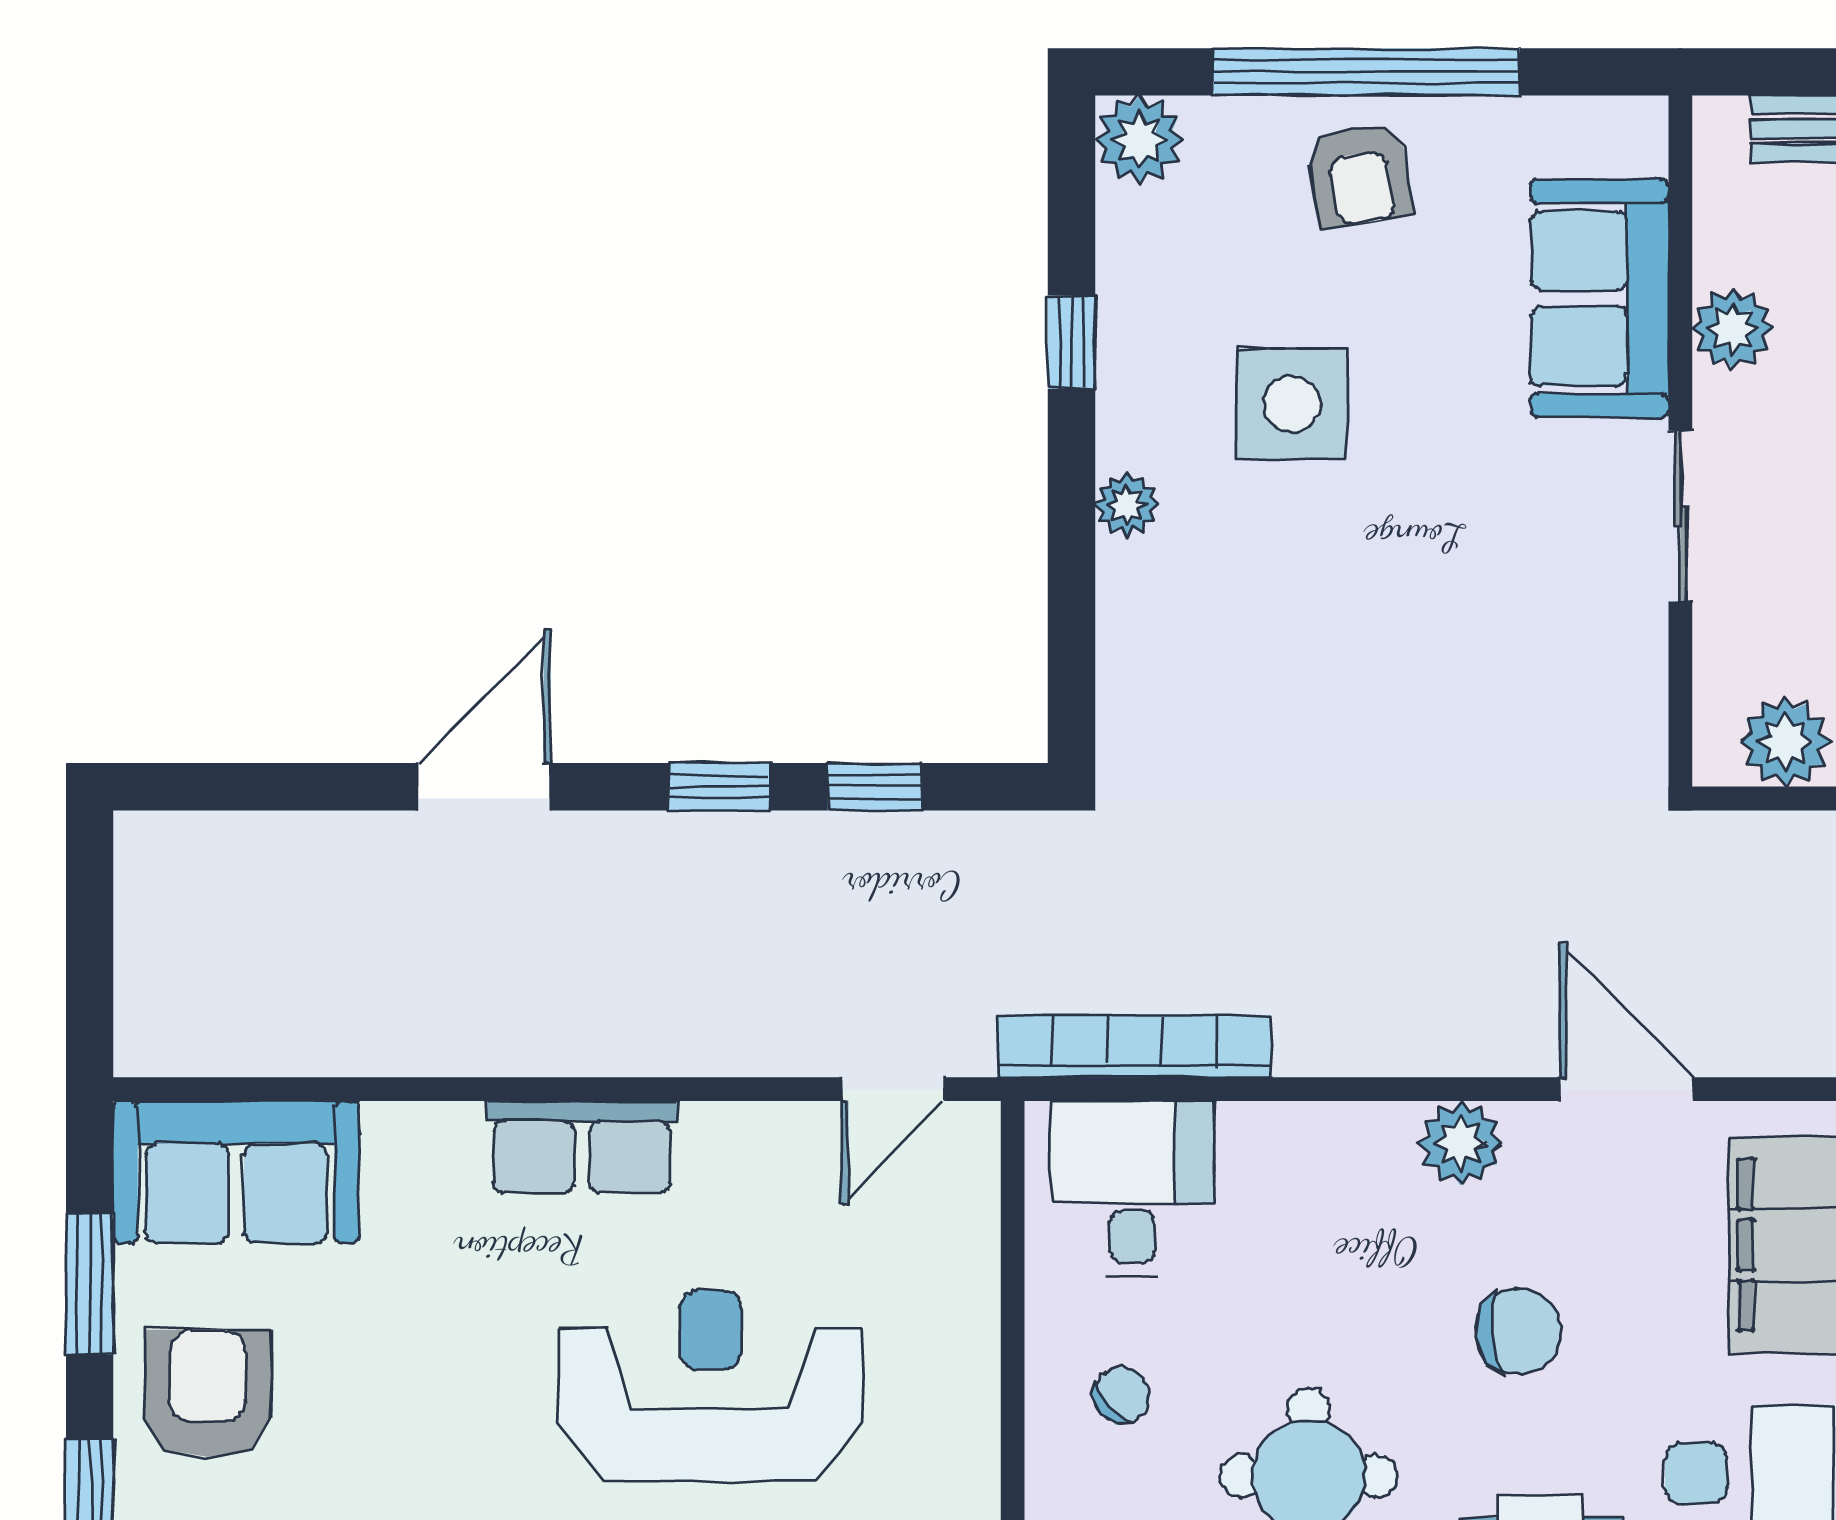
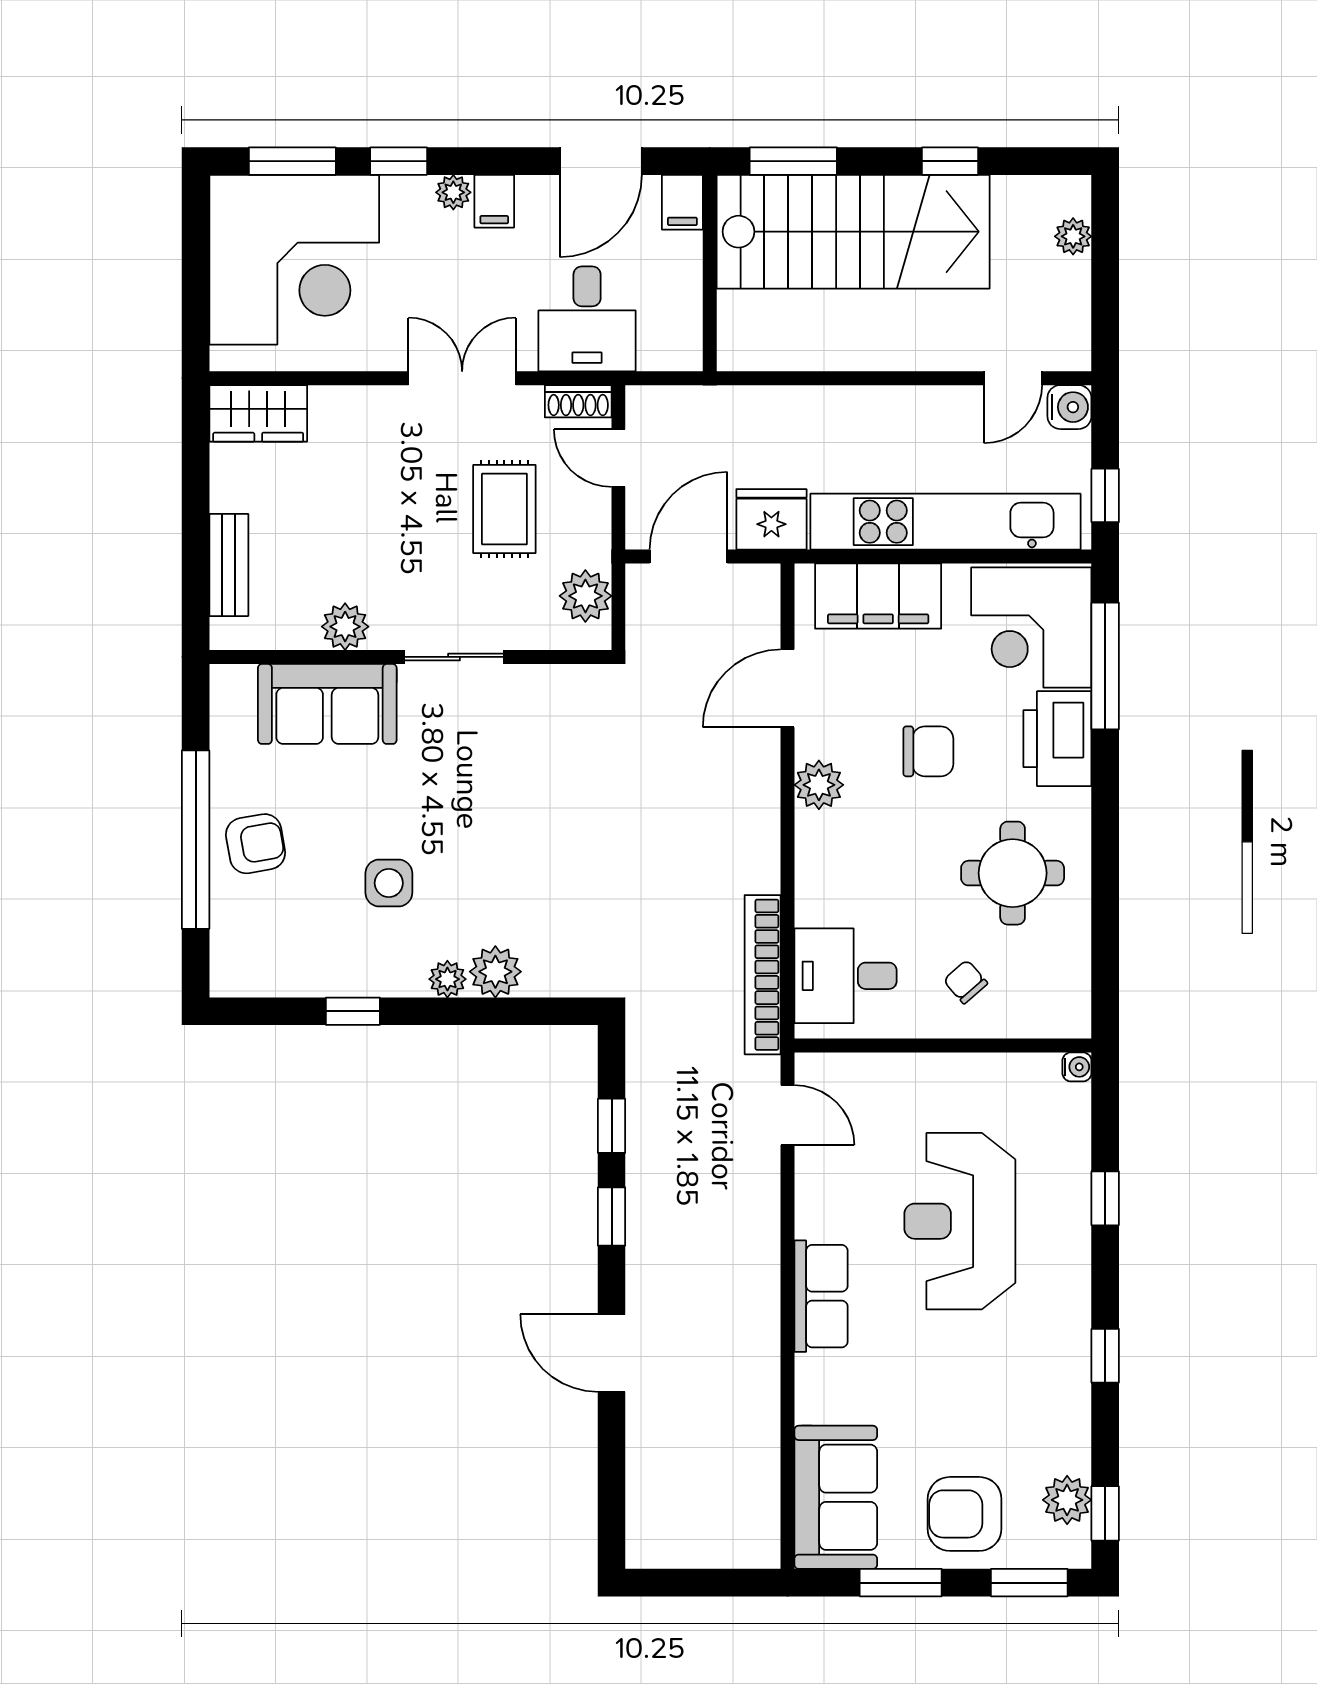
plant: (1139, 140) -> (495, 972), moved
side table: (1292, 404) -> (389, 883), width x0.73, depth x0.73
chair: (1518, 1331) -> (928, 751), turned 95

